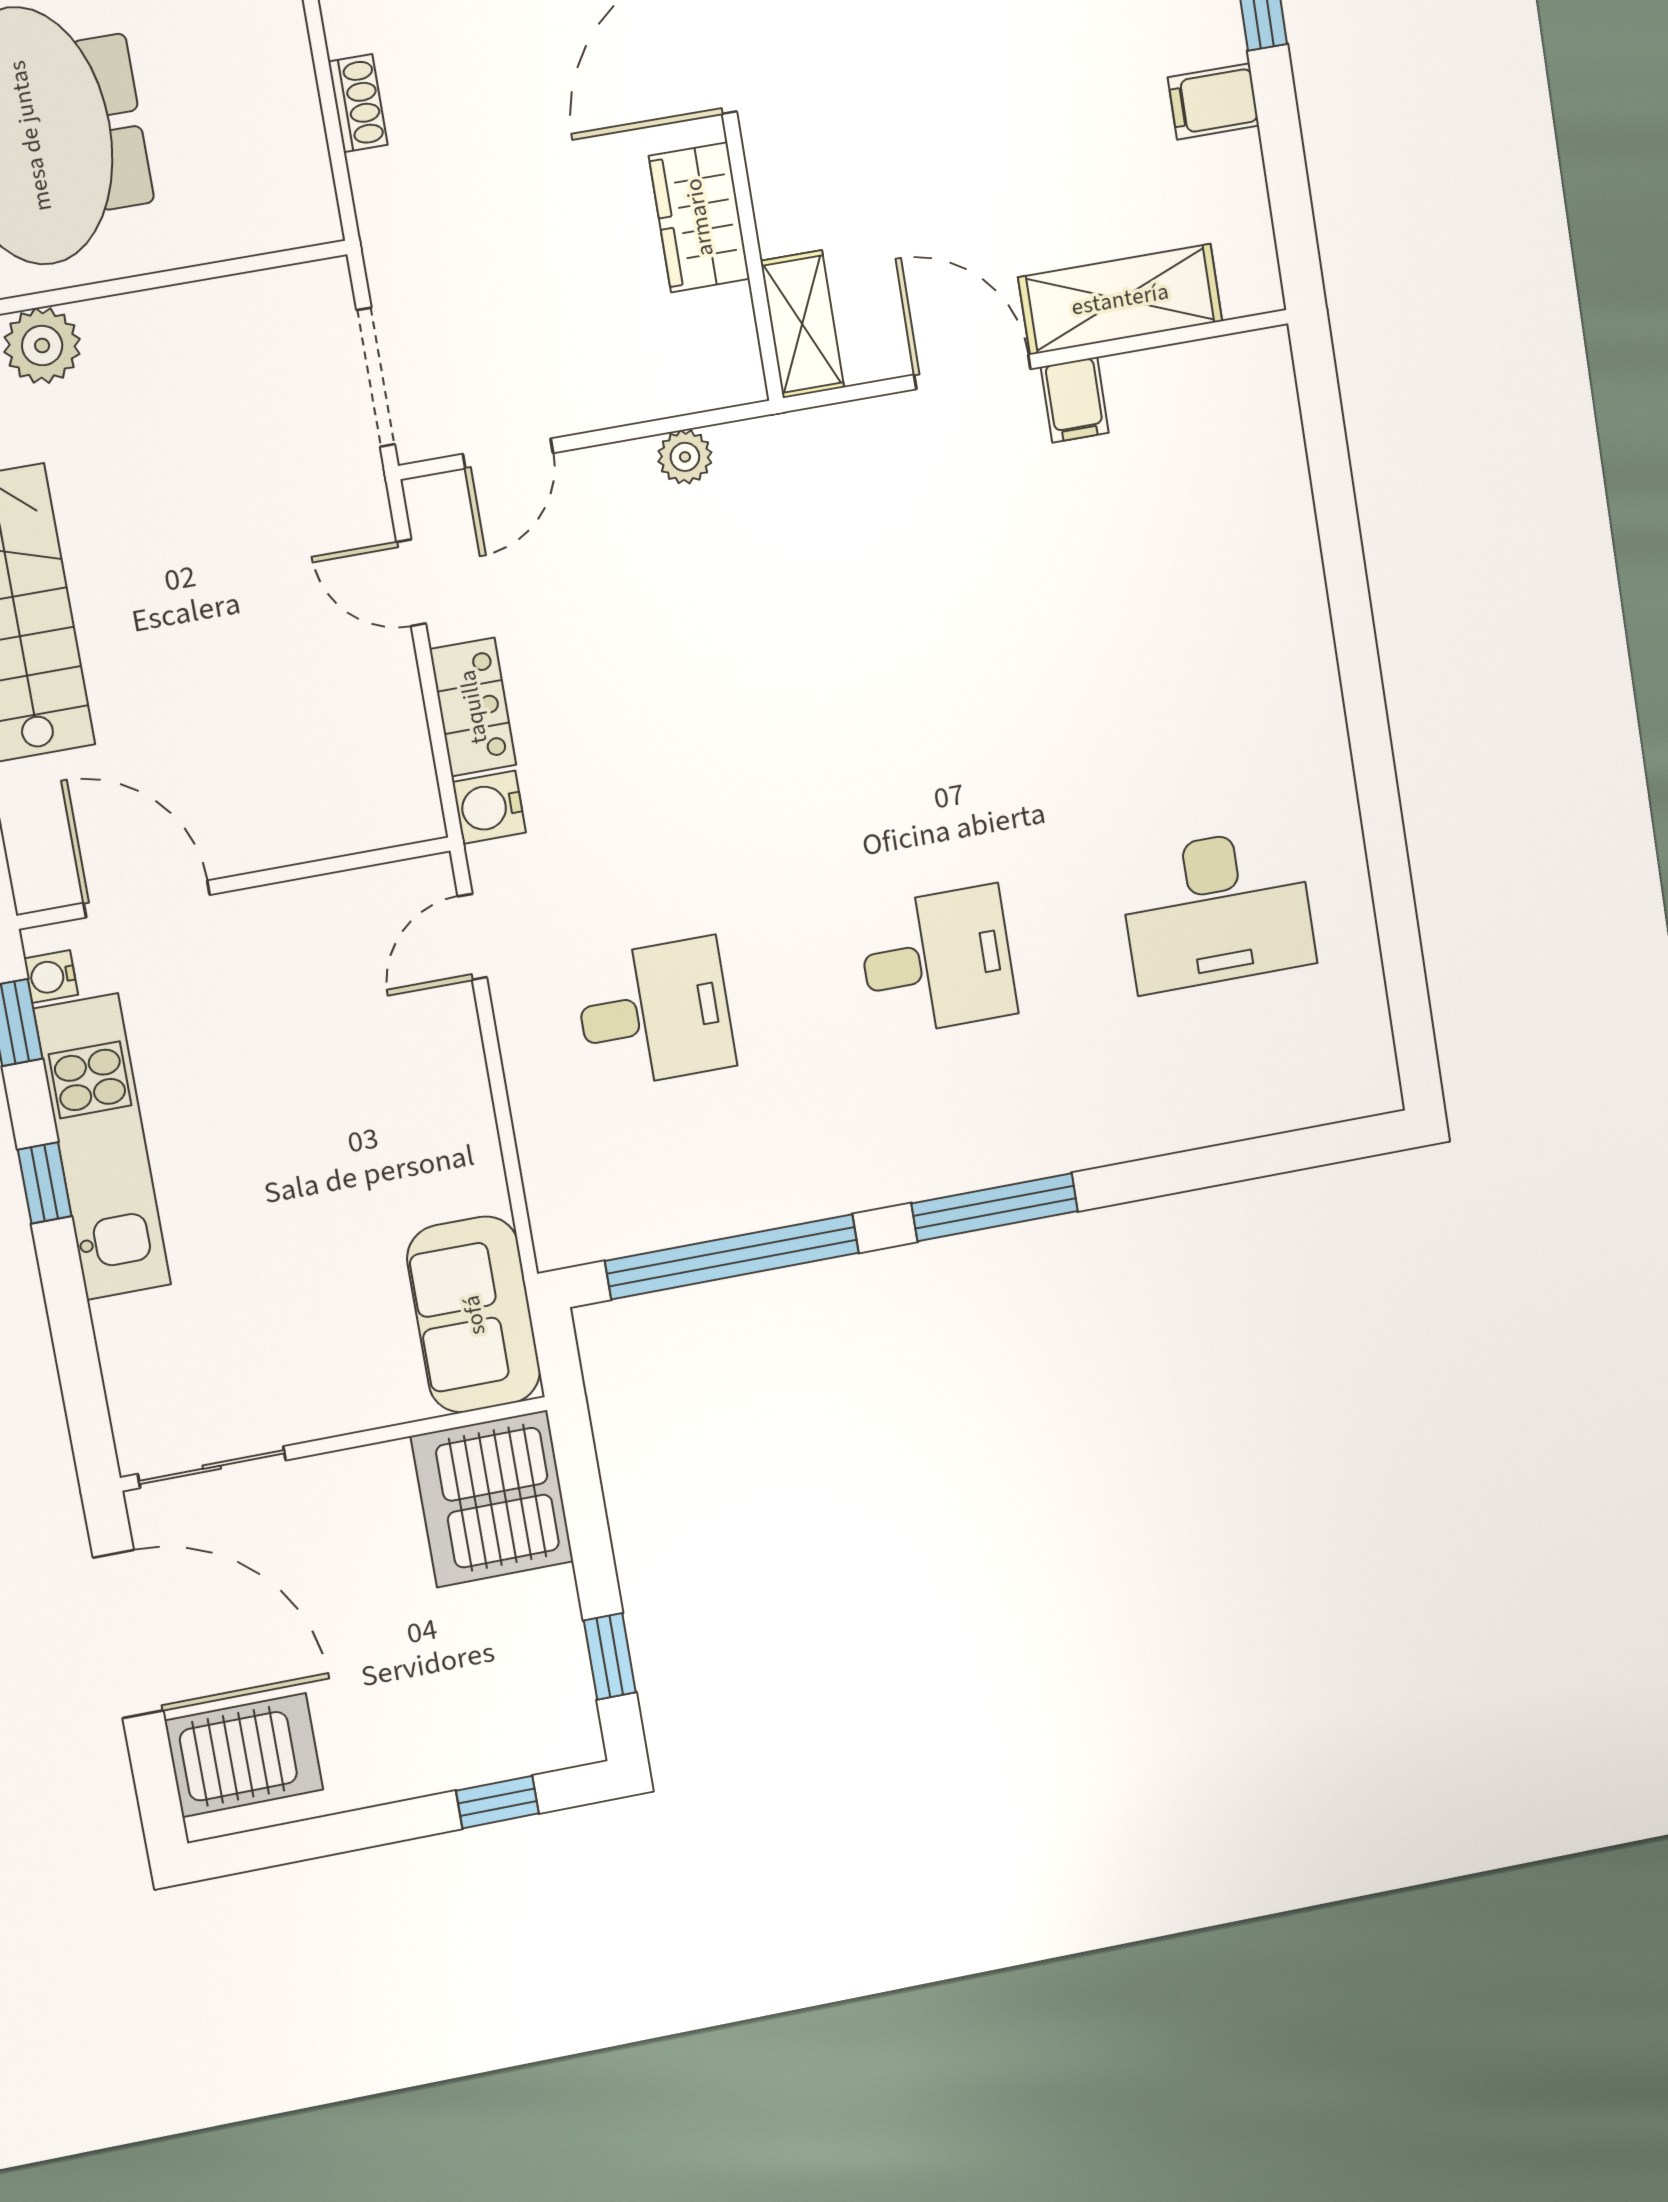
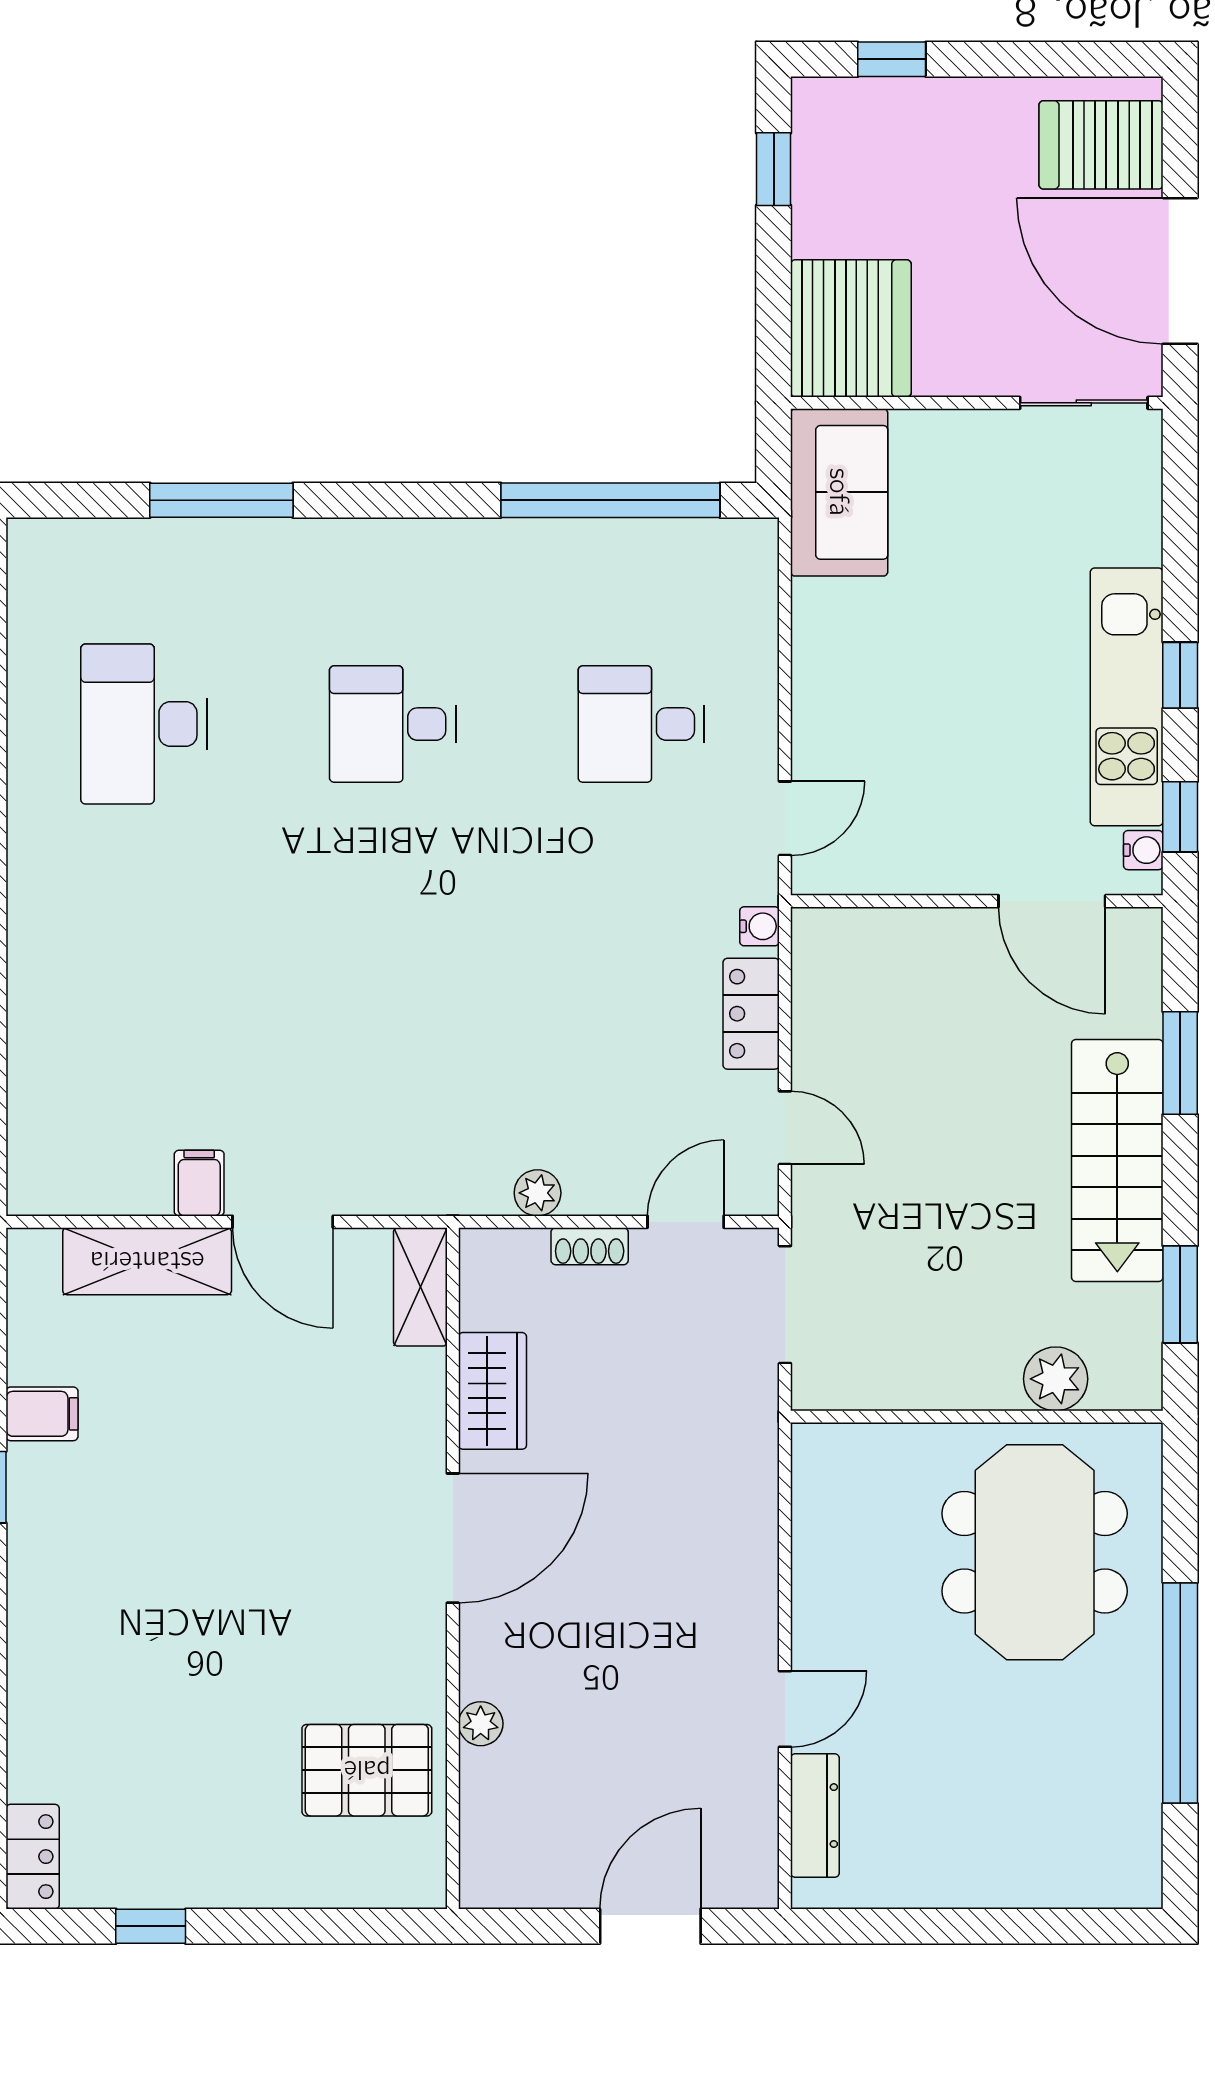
shoe rack: (358, 103) -> (590, 1246), moved, turned -90
water cooler: (489, 807) -> (760, 926), width x0.72, depth x0.72
desk: (1217, 909) -> (144, 724), turned -90
window: (995, 1207) -> (221, 500), moved

